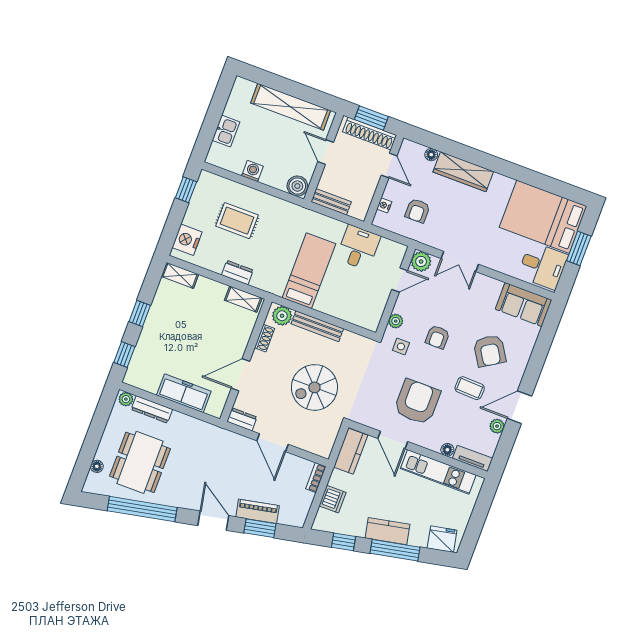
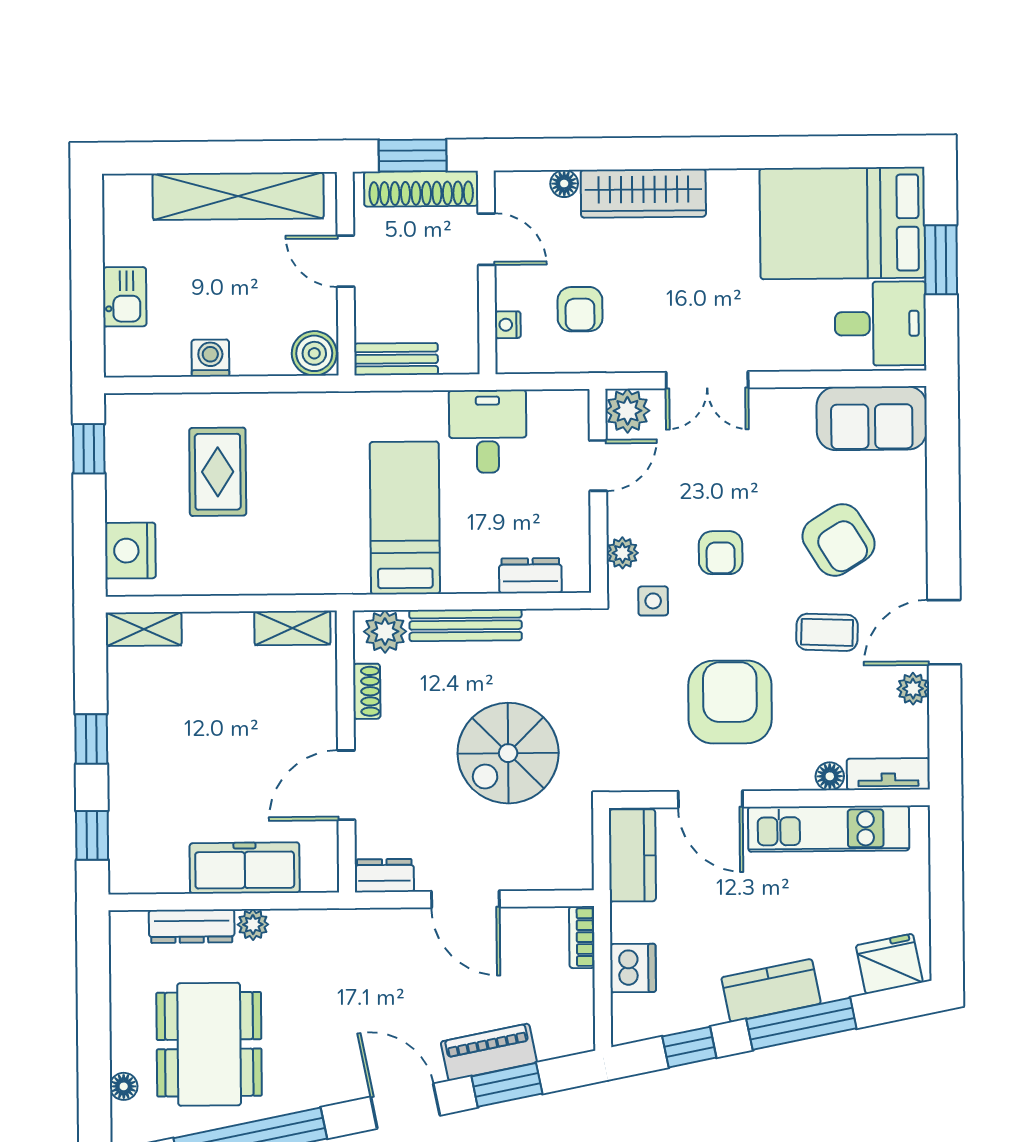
rug: (237, 221) -> (218, 472), turned 90
dresser: (237, 273) -> (530, 576), moved
plant: (126, 399) -> (253, 924), moved

